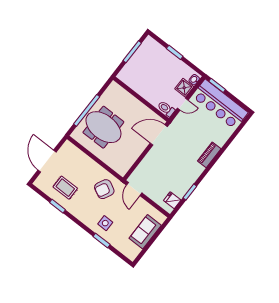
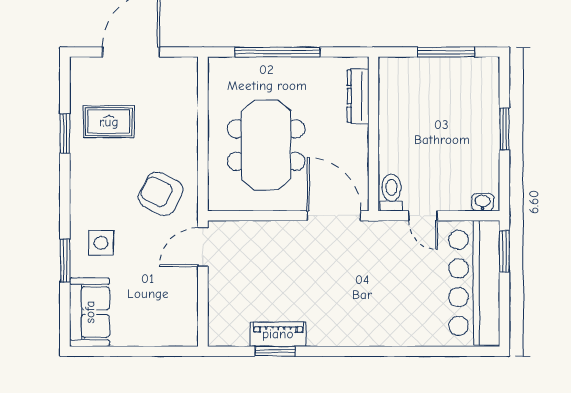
shower: (184, 88) -> (454, 195), removed
dresser: (124, 94) -> (358, 96), added
meeting table: (103, 127) -> (266, 145), moved
piano: (209, 155) -> (278, 334), moved
rug: (65, 188) -> (109, 122), turned 90
fridge: (172, 200) -> (236, 331), removed
sofa: (145, 232) -> (90, 312), moved, turned 90

